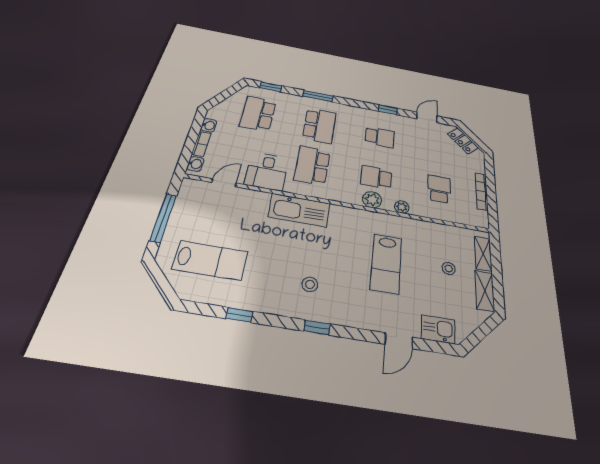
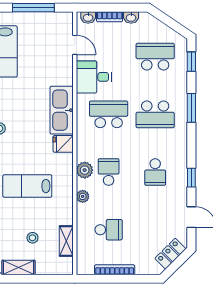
fridge: (339, 216) -> (63, 144), added
shelving: (483, 254) -> (66, 241), moved, turned 90

